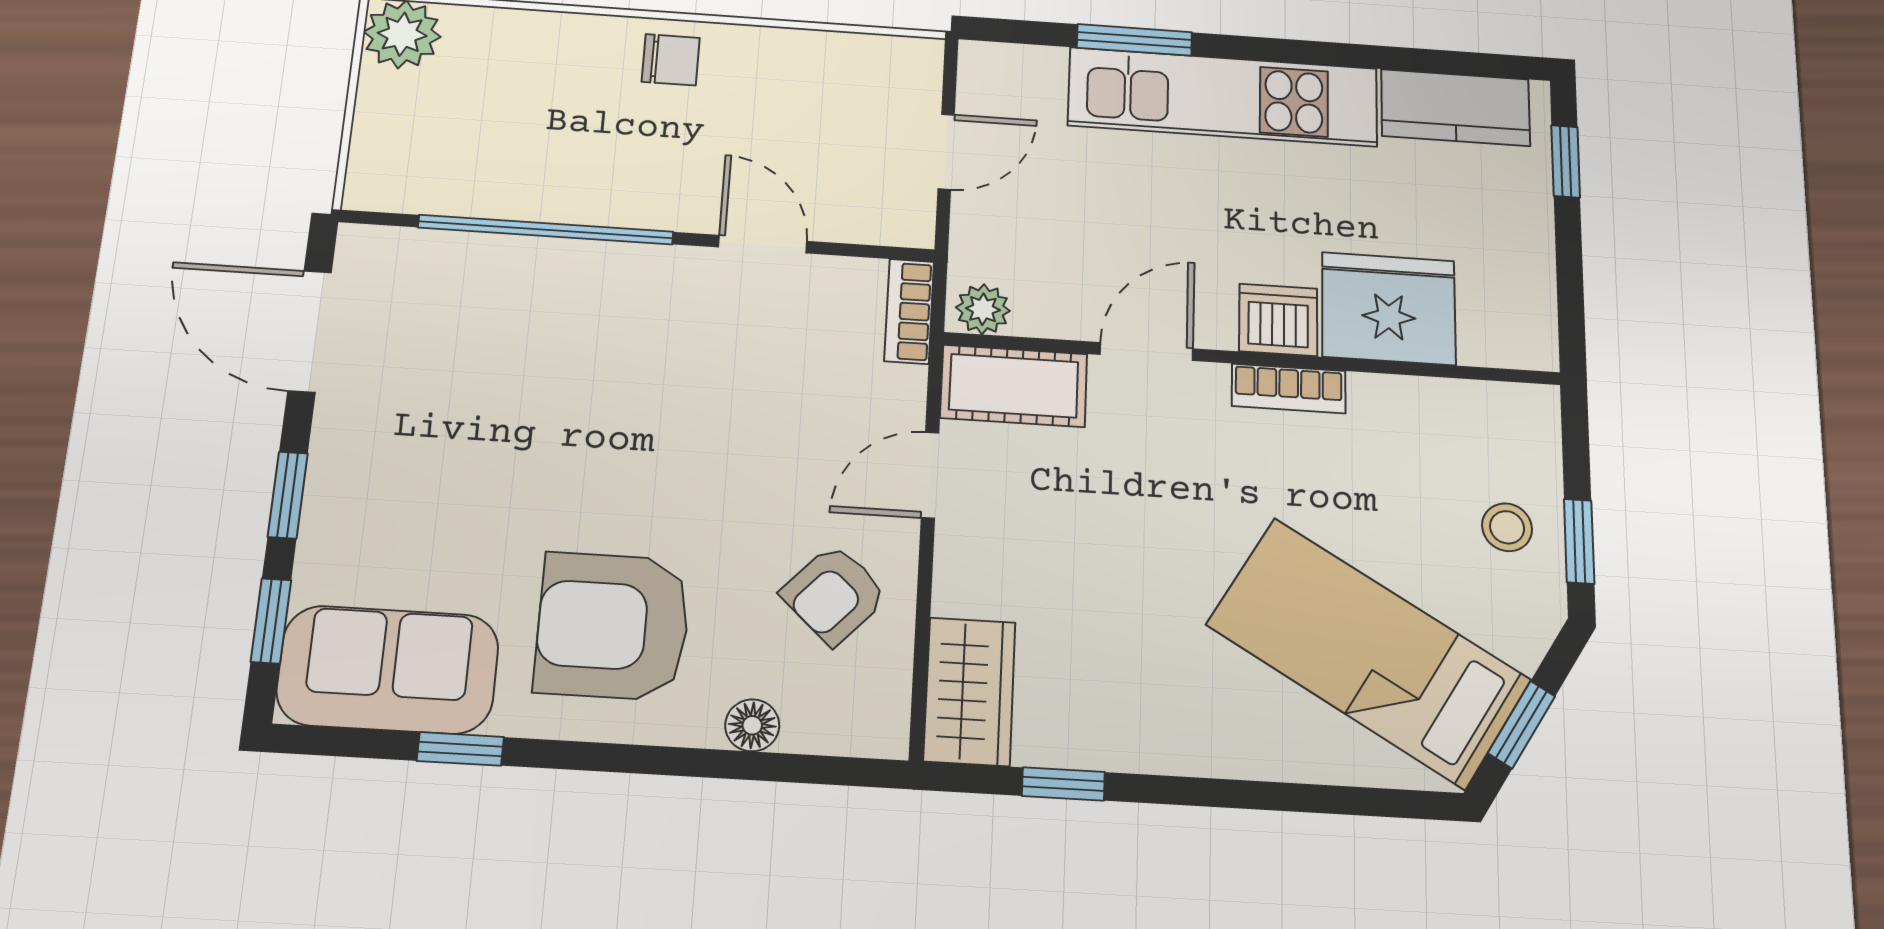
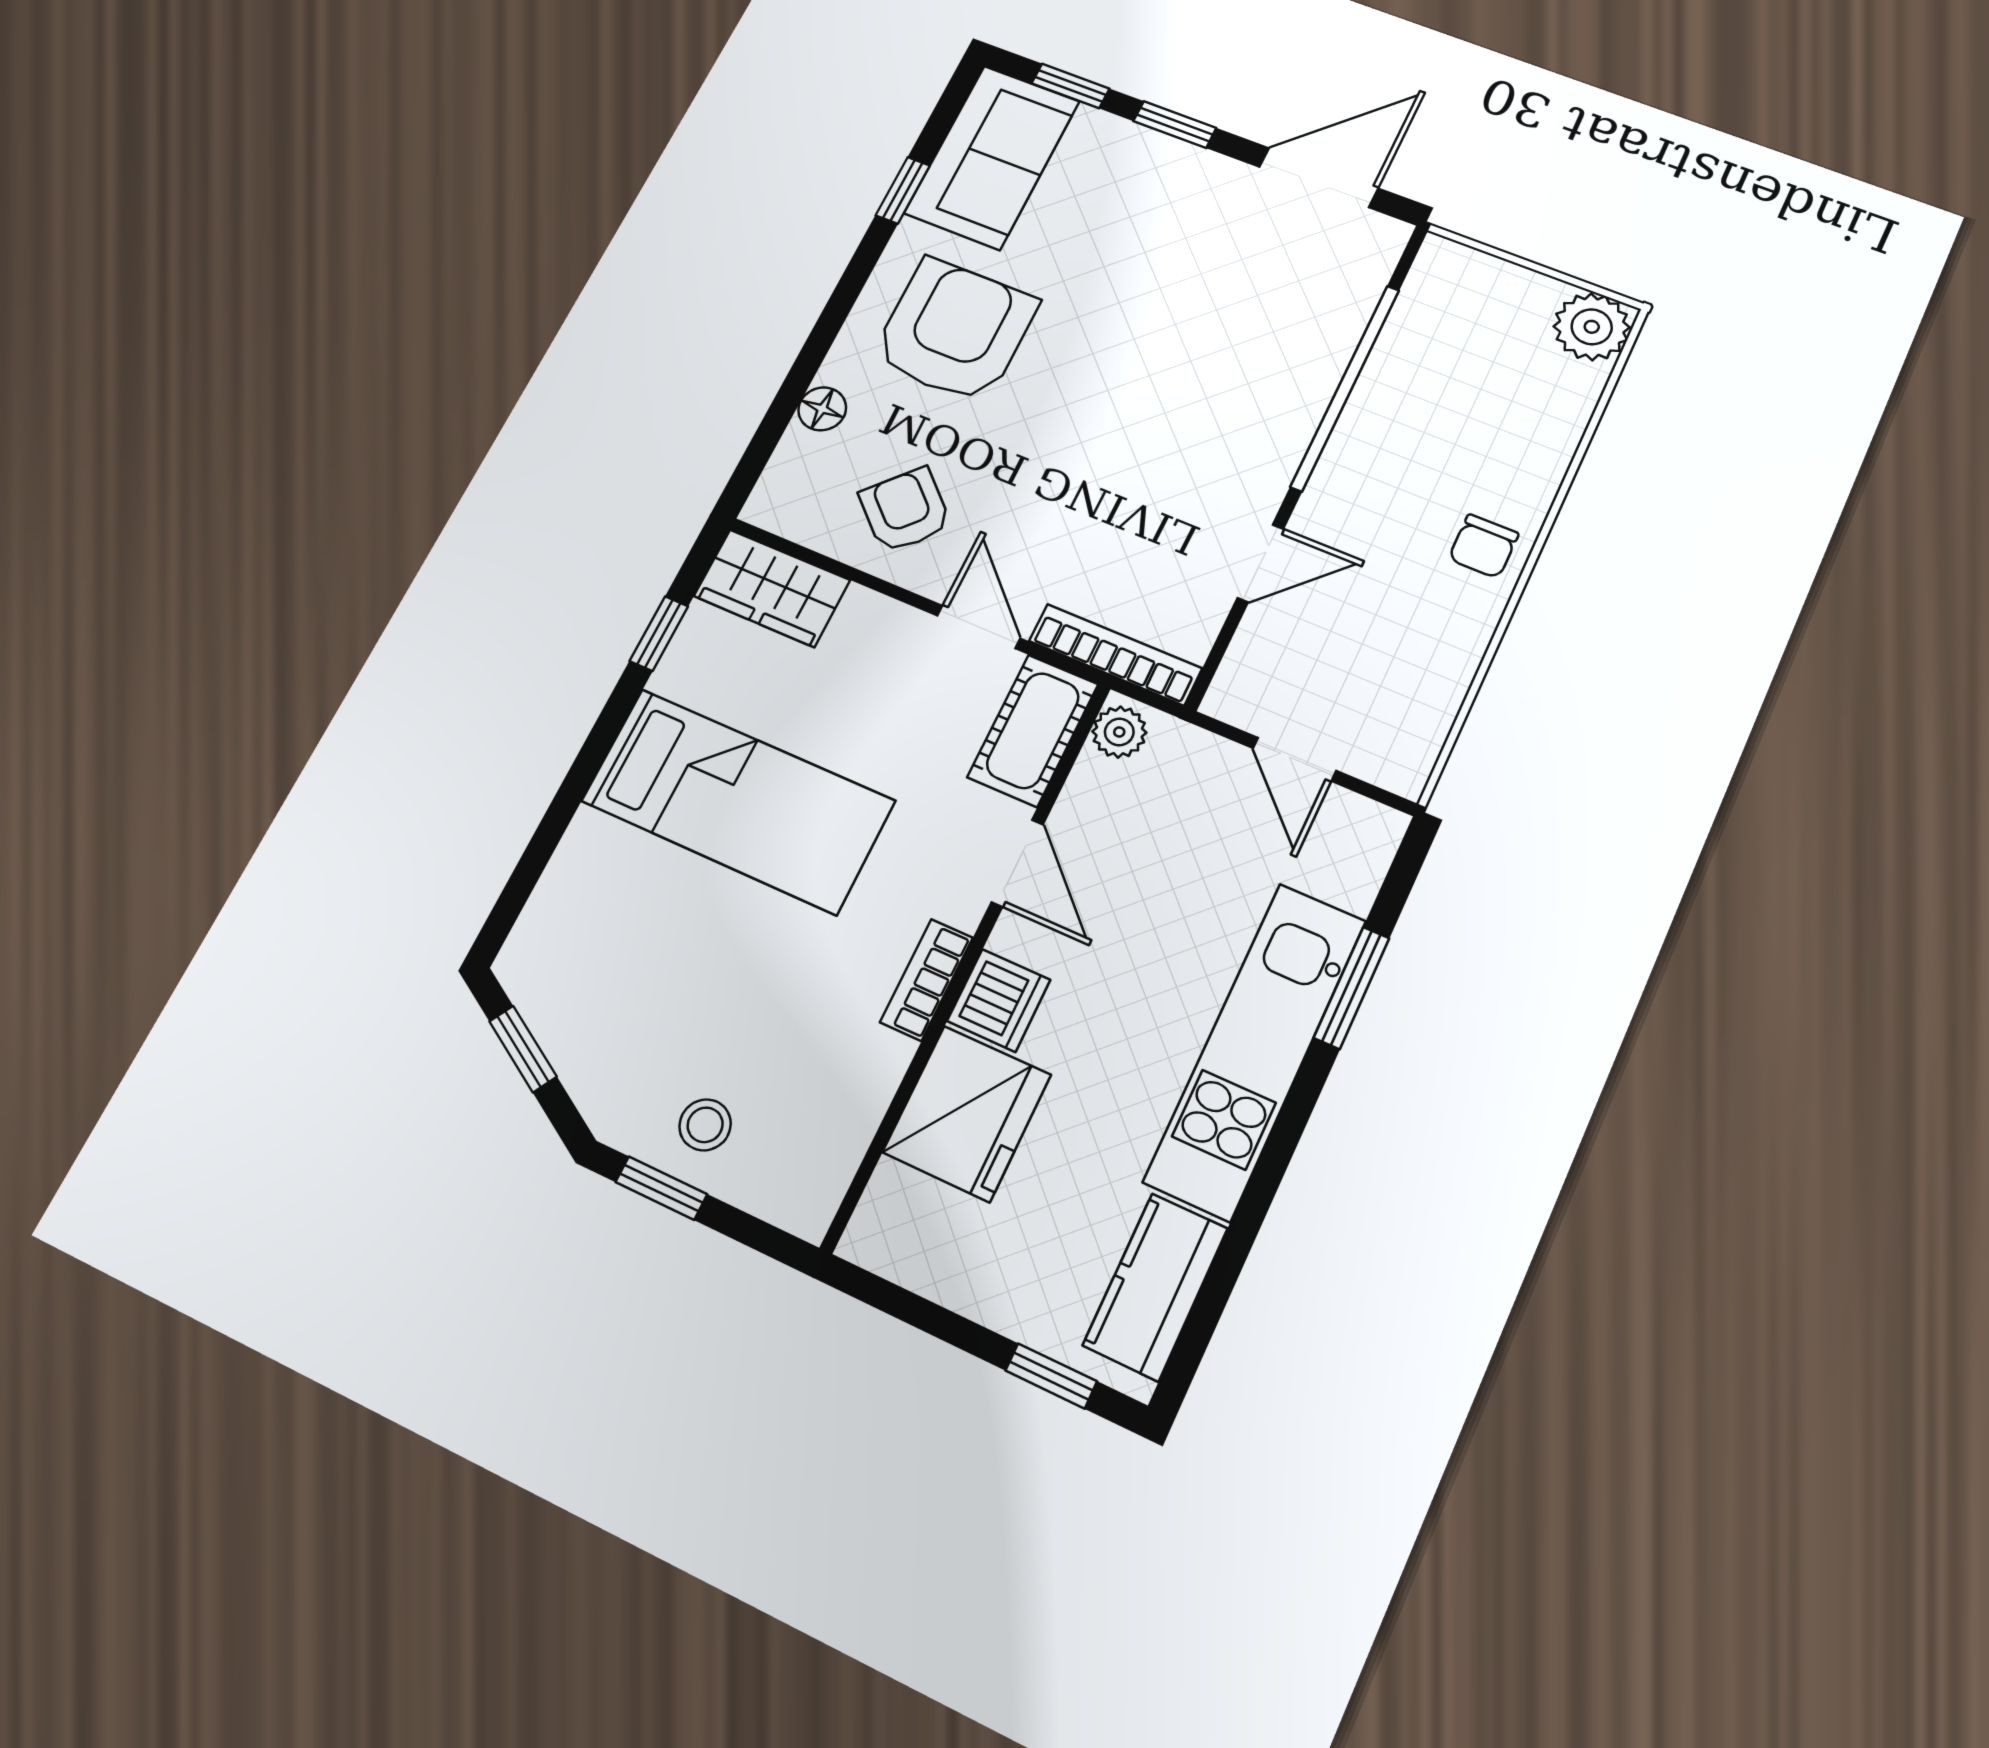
bookcase: (909, 311) -> (1115, 655), width x1.56
bed: (1369, 652) -> (738, 801), moved, turned 59

